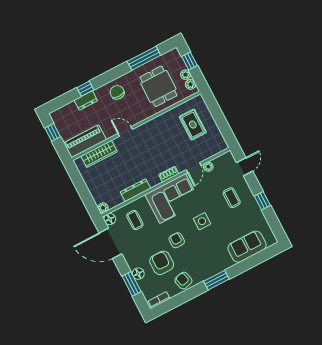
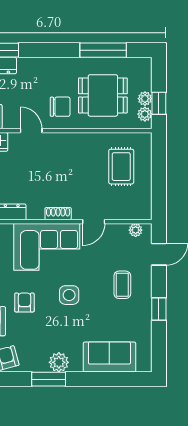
window: (190, 61) -> (159, 103), moved
dining table: (158, 86) -> (103, 95), turned 90
chair: (117, 92) -> (60, 107), moved, turned 90
plant: (208, 167) -> (136, 230), moved
plant: (217, 266) -> (59, 362), added

